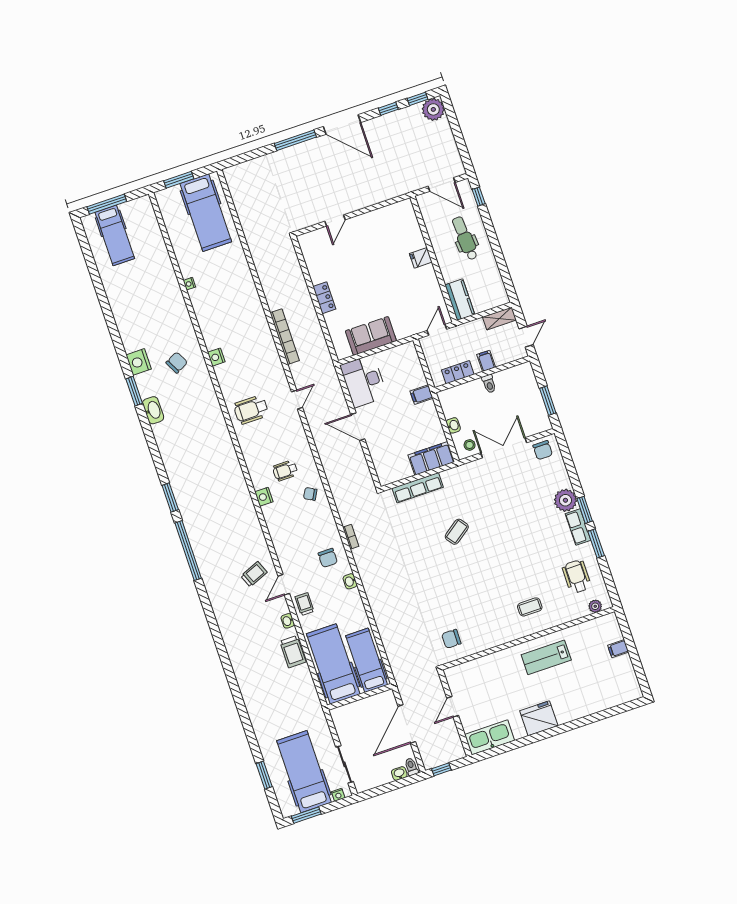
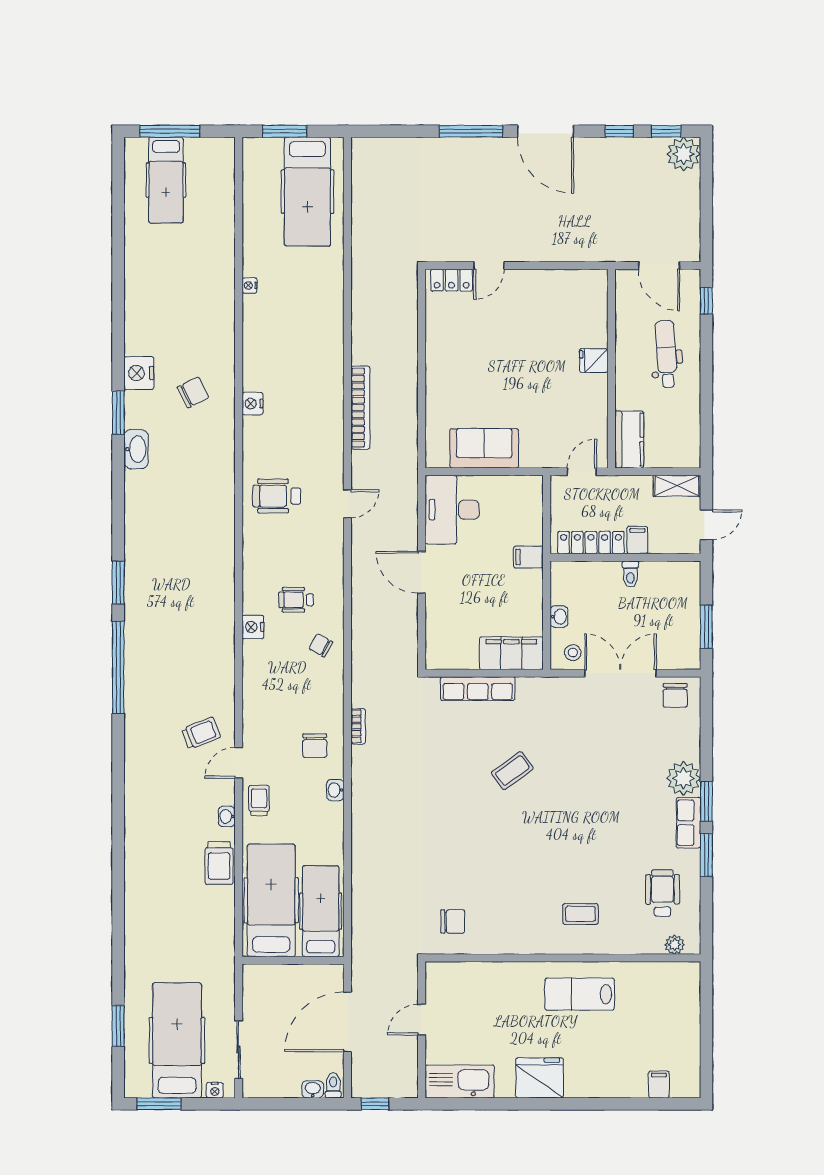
locker: (324, 298) -> (452, 280), moved, turned 90
locker: (458, 372) -> (591, 543), width x1.53
chair: (451, 639) -> (453, 921), turned 180
filing cabinet: (618, 649) -> (659, 1085), moved, turned 90

